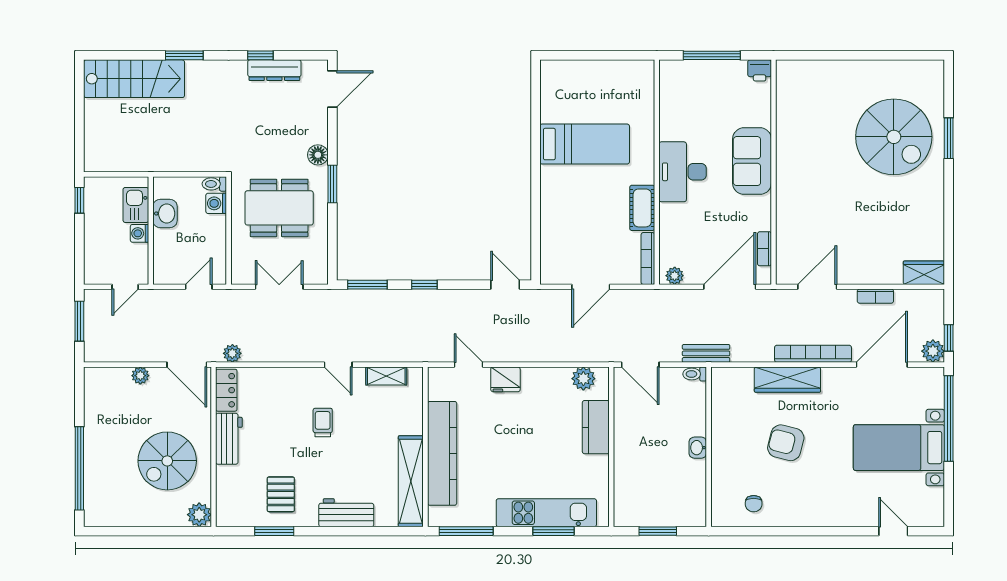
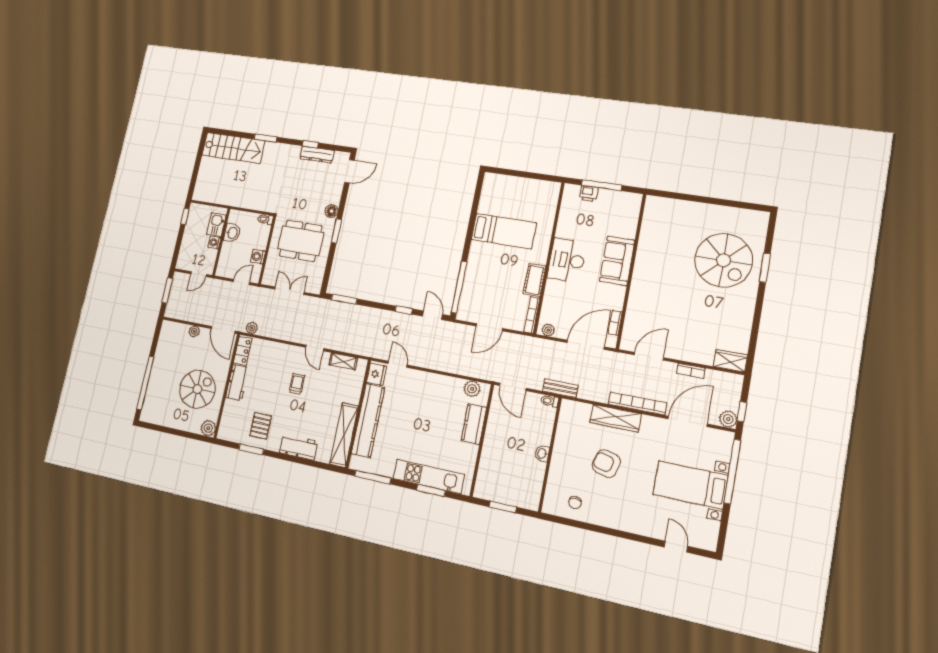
printer: (760, 70) -> (589, 194), moved
washing machine: (216, 203) -> (258, 257), moved
window: (536, 237) -> (459, 287), added
window: (424, 285) -> (404, 310), moved
fridge: (505, 379) -> (376, 374), moved, turned -90
spiral stairs: (167, 461) -> (197, 389), turned 180

